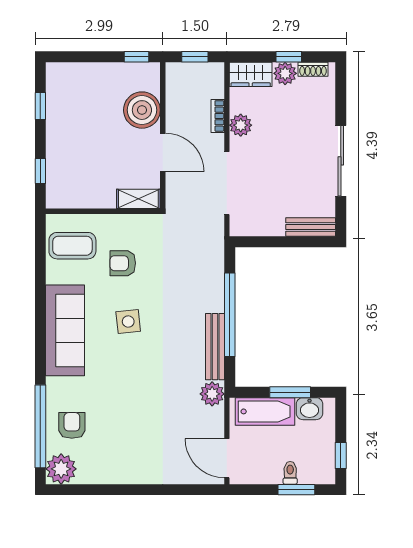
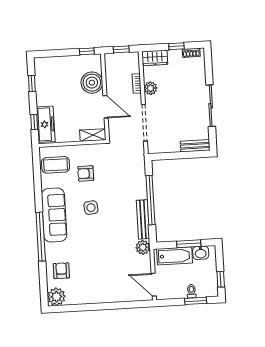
plant: (285, 73) -> (175, 56), removed
freezer: (60, 176) -> (46, 124), added
window: (40, 426) -> (41, 237), moved

